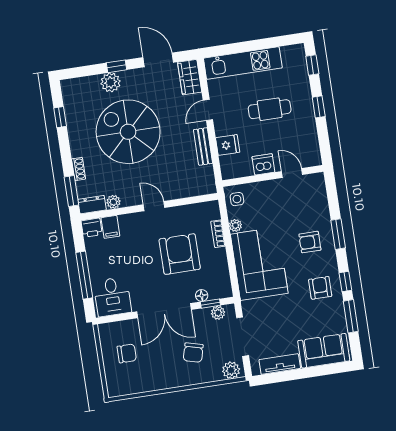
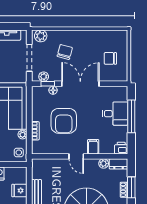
window: (71, 191) -> (131, 187), moved
filing cabinet: (110, 227) -> (93, 147), moved
desk: (112, 297) -> (115, 114), moved, turned 90

